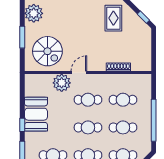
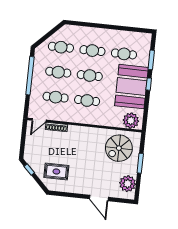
rug: (113, 18) -> (56, 172), turned 90
spiral stairs: (47, 51) -> (119, 148), turned -90
door: (79, 73) -> (39, 120), moved
plant: (62, 83) -> (131, 121), moved
booth: (36, 114) -> (132, 87), width x1.36, depth x1.42

